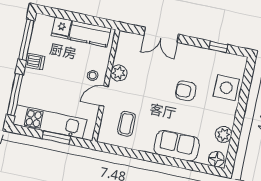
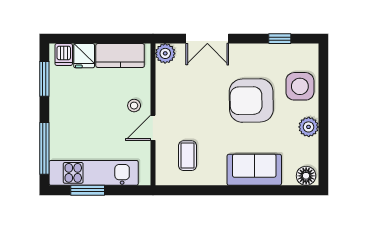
window: (26, 40) -> (44, 79), width x0.69
dishwasher: (35, 62) -> (64, 55), moved, turned 90
plant: (119, 73) -> (165, 53), moved
armchair: (186, 91) -> (251, 101), width x1.88, depth x1.88
plant: (224, 135) -> (309, 127), moved
window: (56, 138) -> (88, 190), moved

